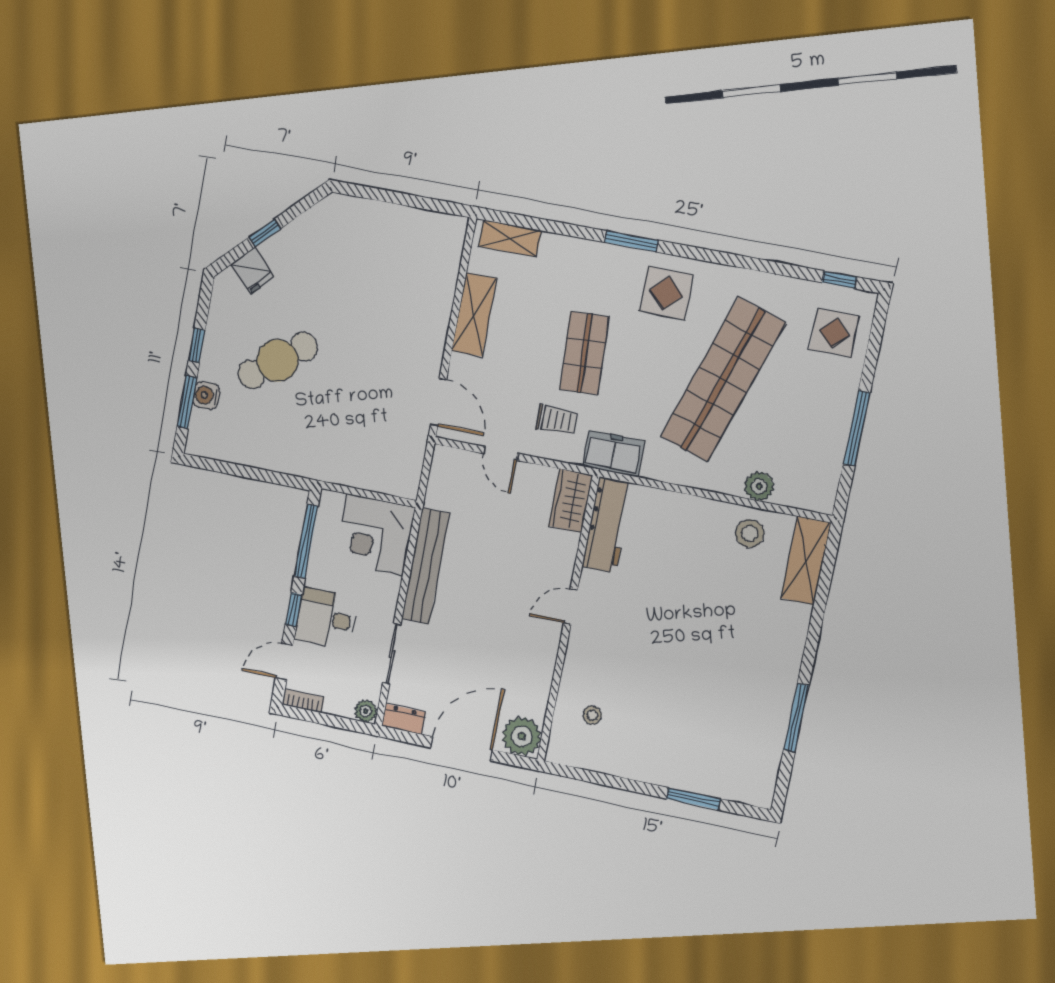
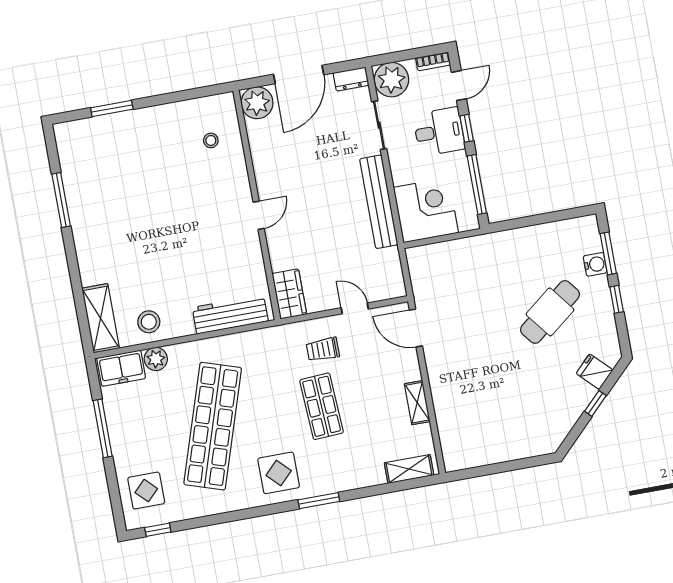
shelving: (474, 315) -> (417, 403), width x0.67, depth x0.75
freezer: (613, 454) -> (121, 368), moved
workbench: (608, 525) -> (230, 314), moved, turned 90
plant: (366, 711) -> (391, 80), width x1.88, depth x1.88

